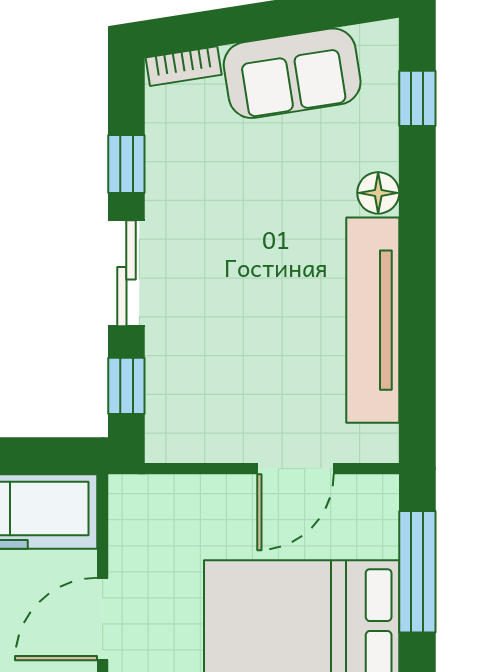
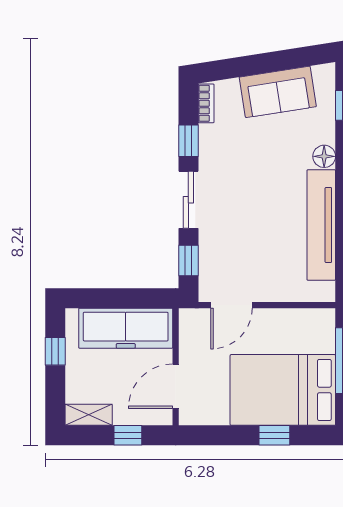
bookcase: (184, 66) -> (206, 103), moved, turned -81
door: (295, 469) -> (231, 305), moved

